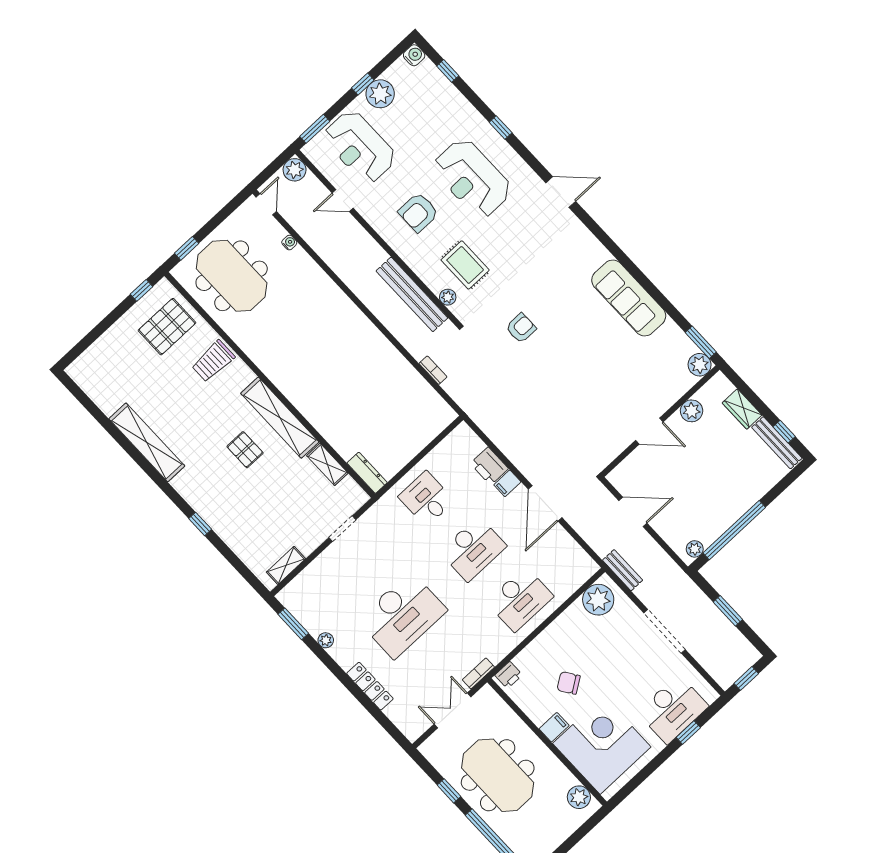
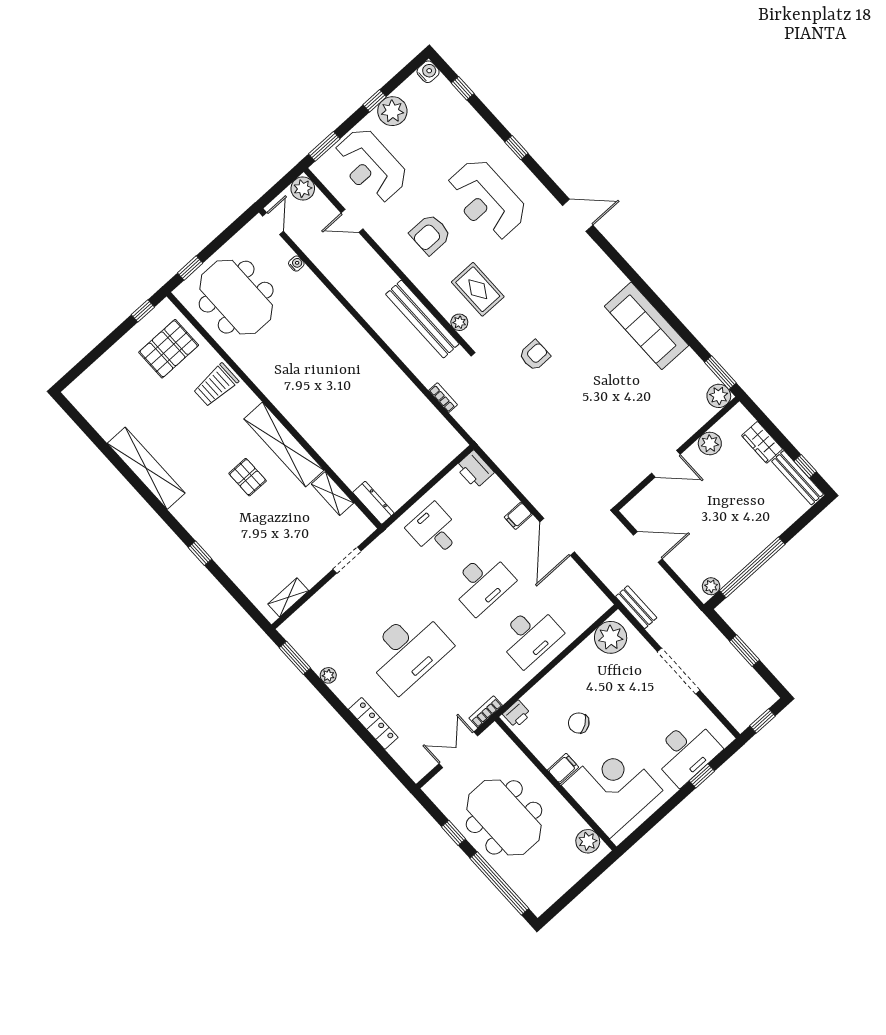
printer: (489, 466) -> (475, 470), moved

